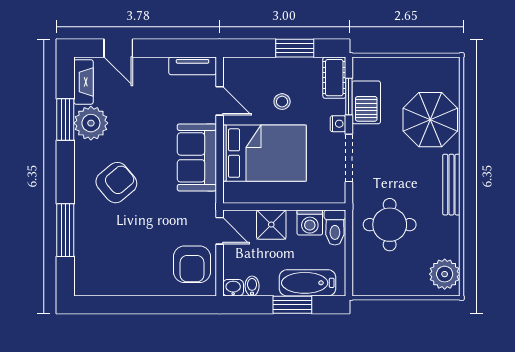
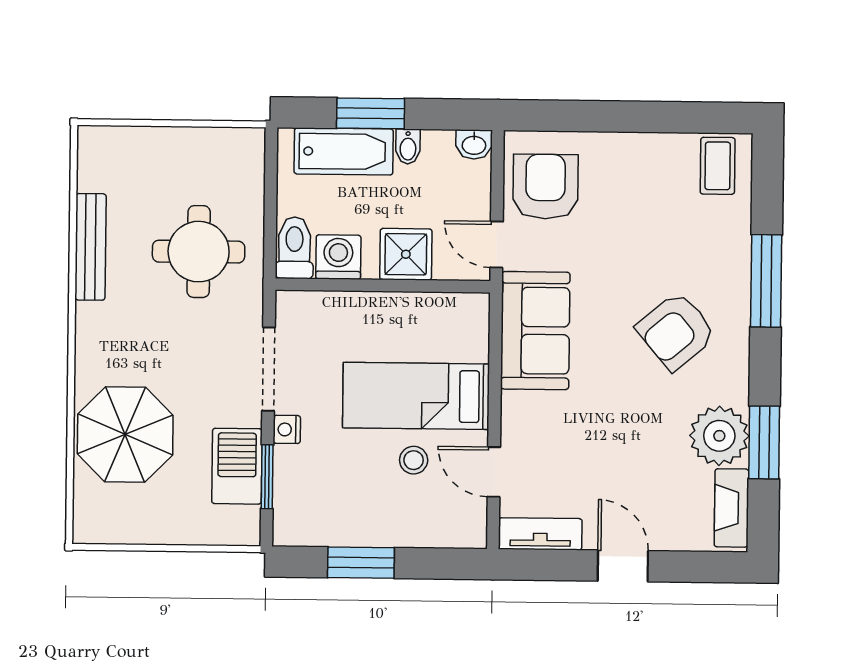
door: (118, 48) -> (623, 566), moved
cot: (334, 78) -> (292, 510), removed
stool: (282, 102) -> (414, 460), moved
bed: (264, 153) -> (416, 396), width x0.67
sofa: (197, 157) -> (535, 331), moved
bench: (451, 185) -> (90, 247), moved
window: (65, 230) -> (766, 281), moved
plant: (445, 274) -> (103, 164), removed
coffee table: (94, 277) -> (718, 166), added
bidet: (252, 286) -> (408, 147), moved

